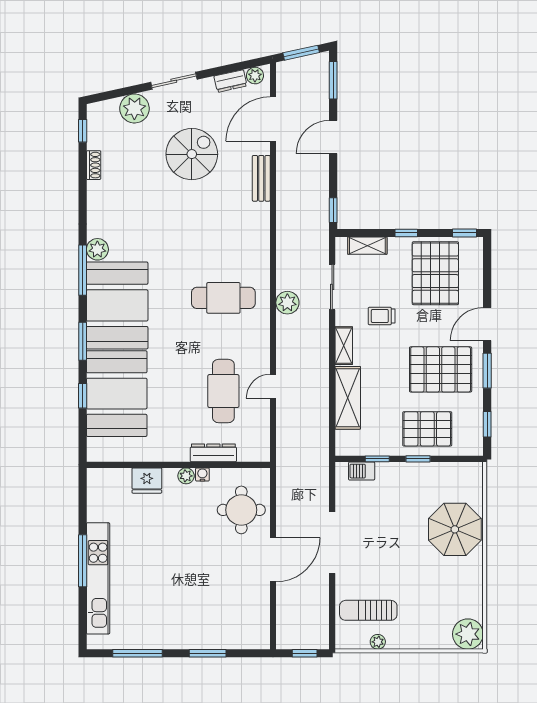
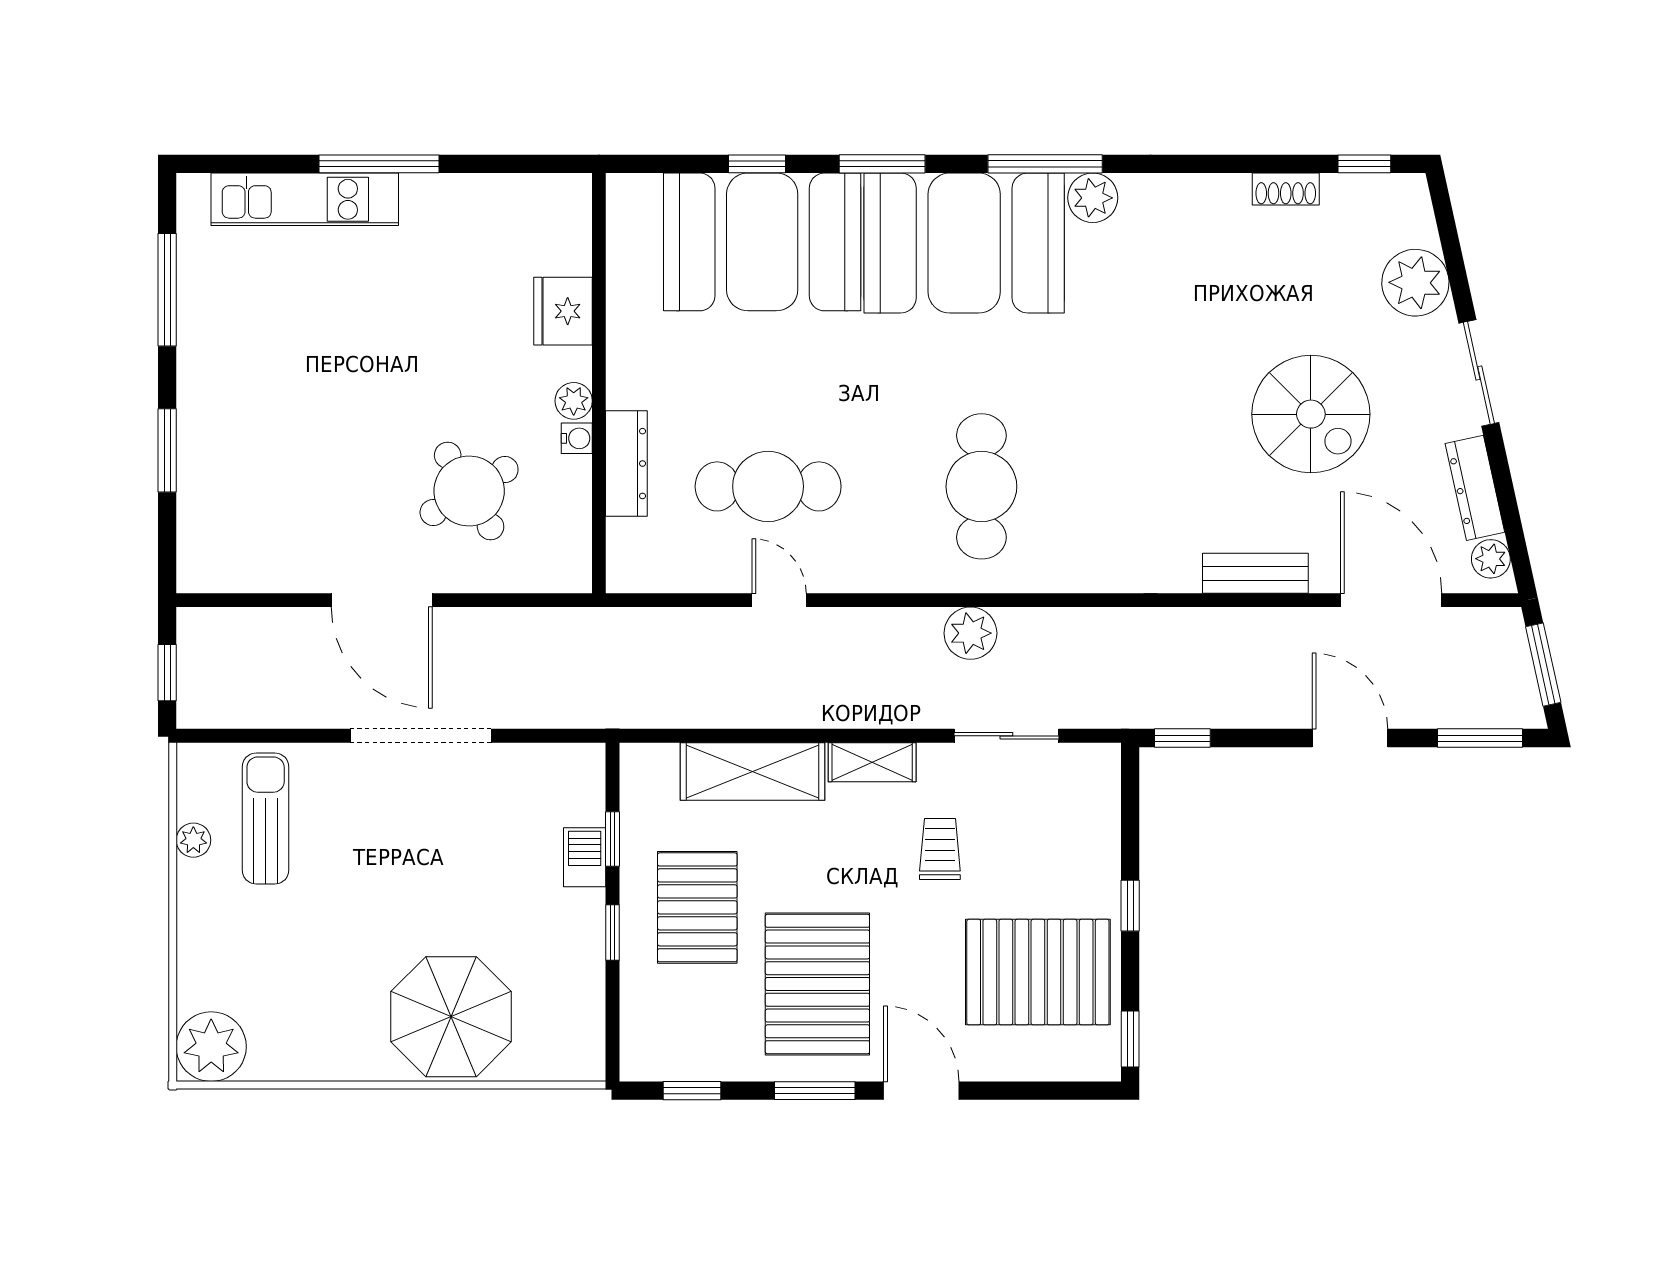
dresser: (230, 81) -> (1475, 488), width x1.44
shelving: (367, 246) -> (1101, 816), removed
pallet: (427, 429) -> (697, 907), moved
barbecue: (362, 471) -> (585, 857), moved
round table: (241, 510) -> (469, 491), moved, turned -31
kitchen unit: (98, 578) -> (305, 199), width x0.73

